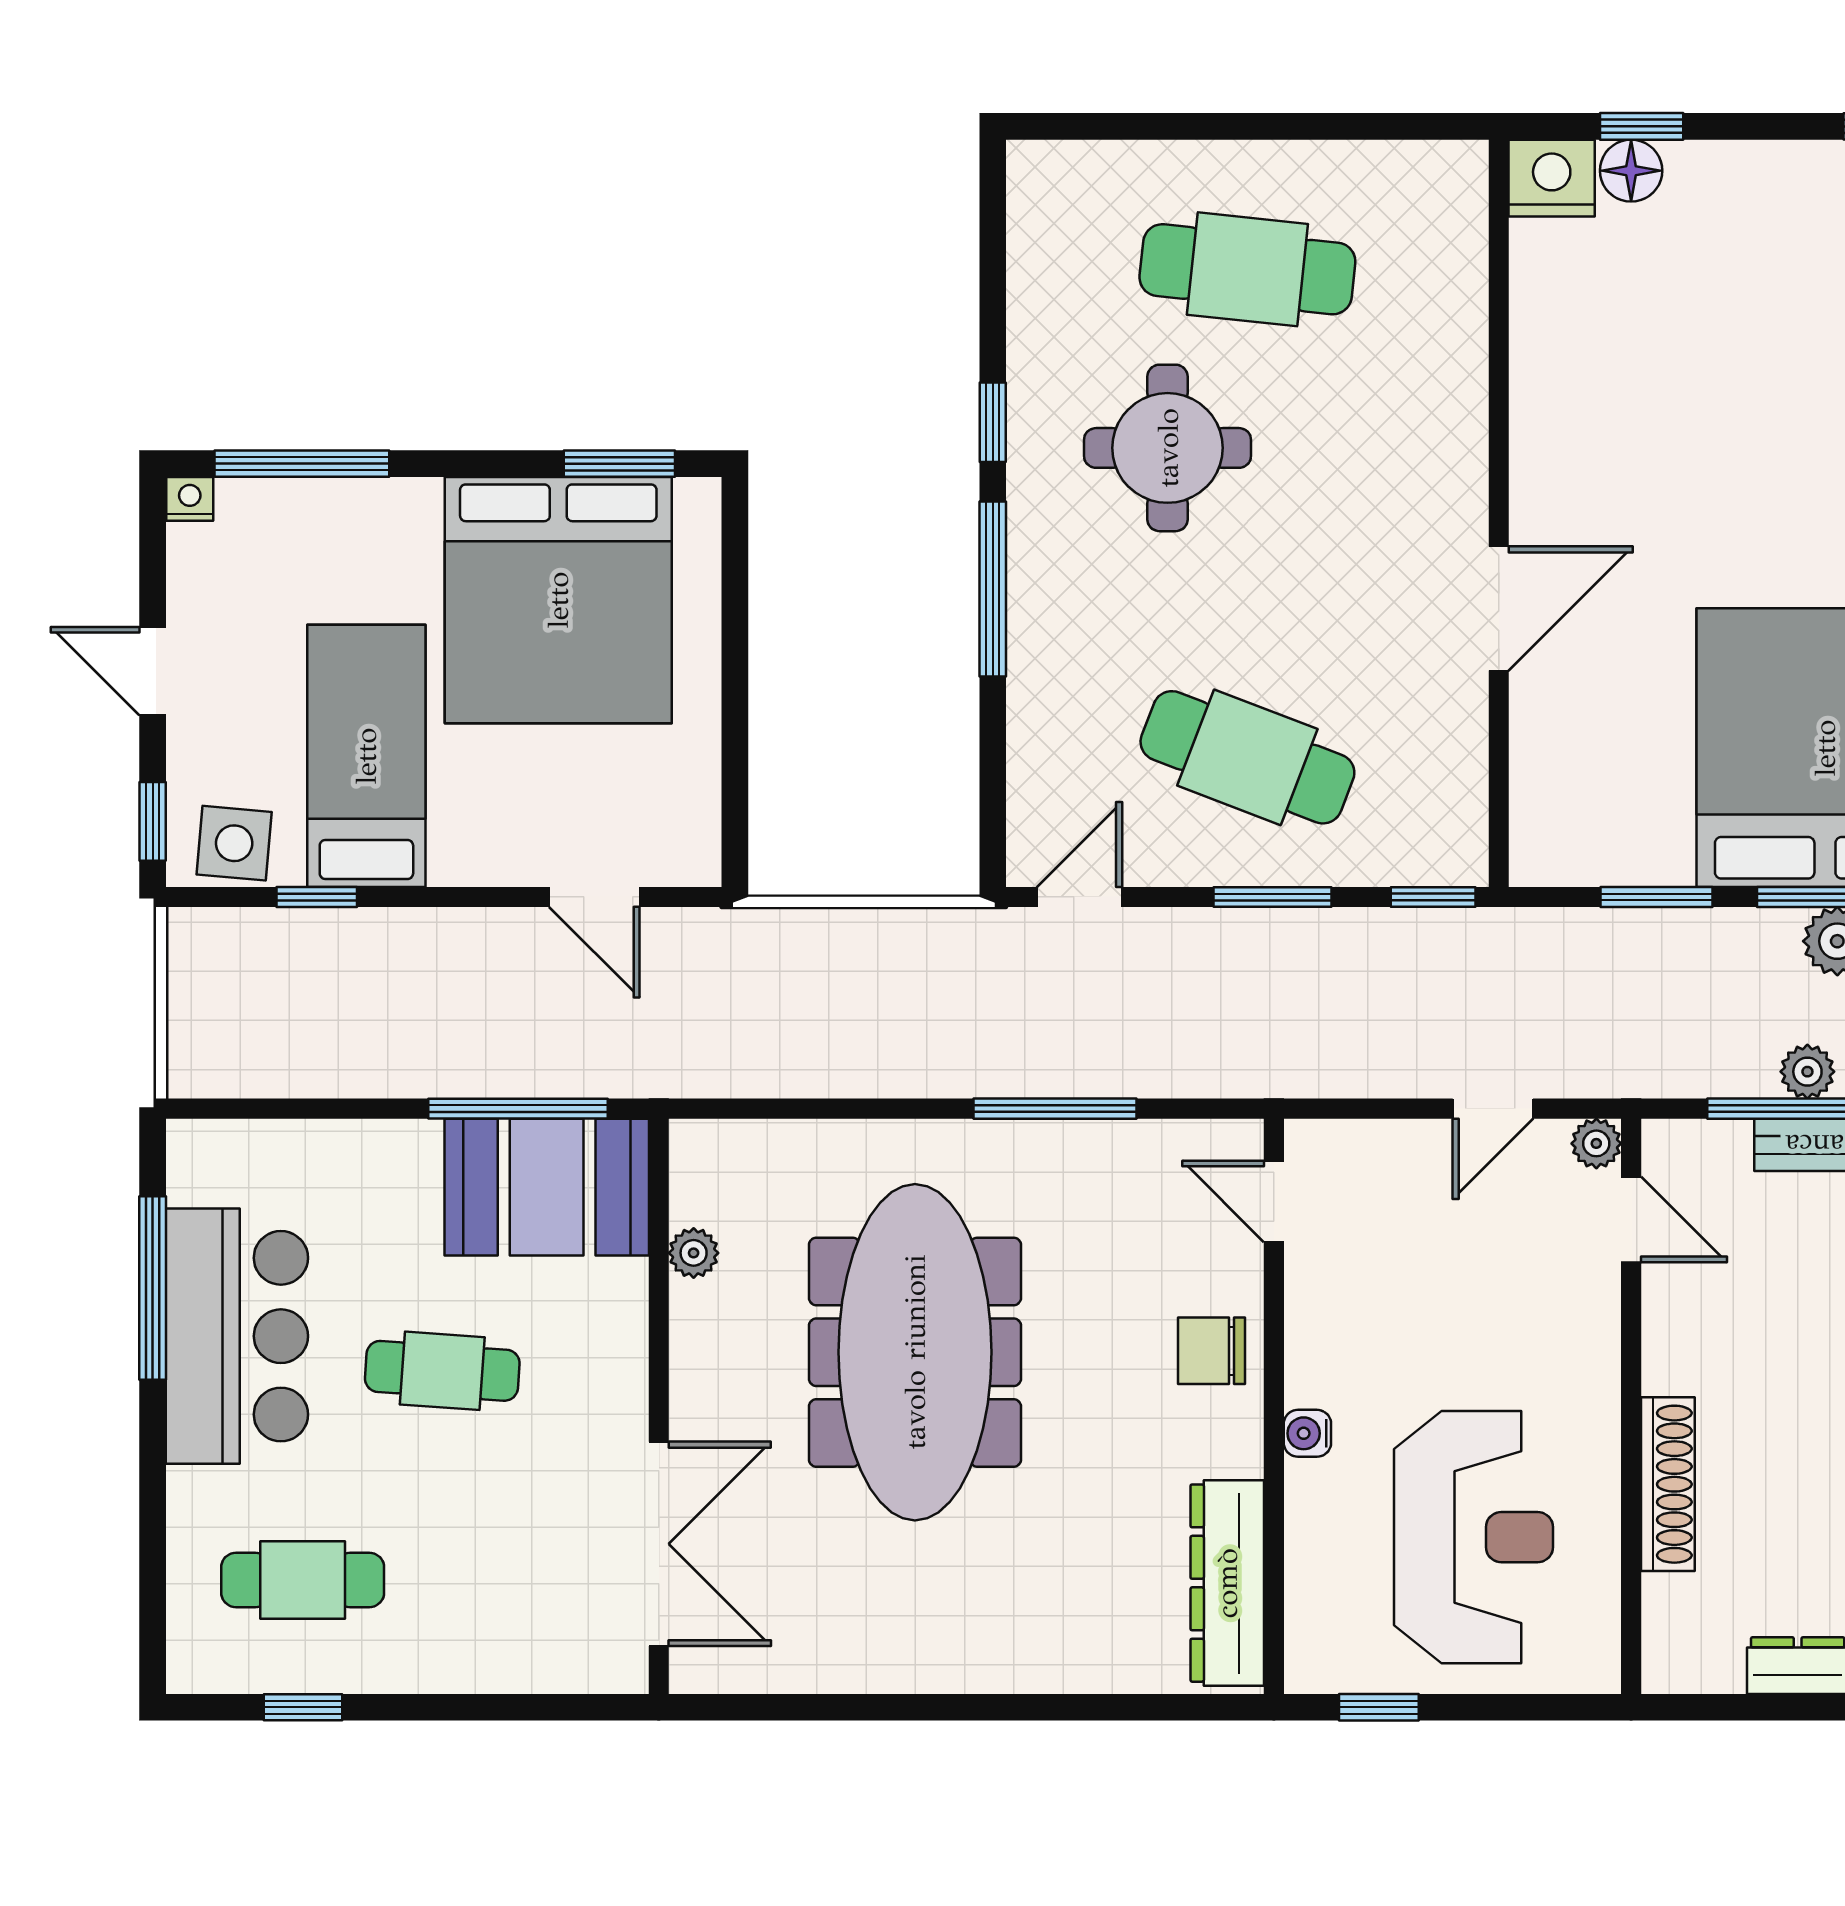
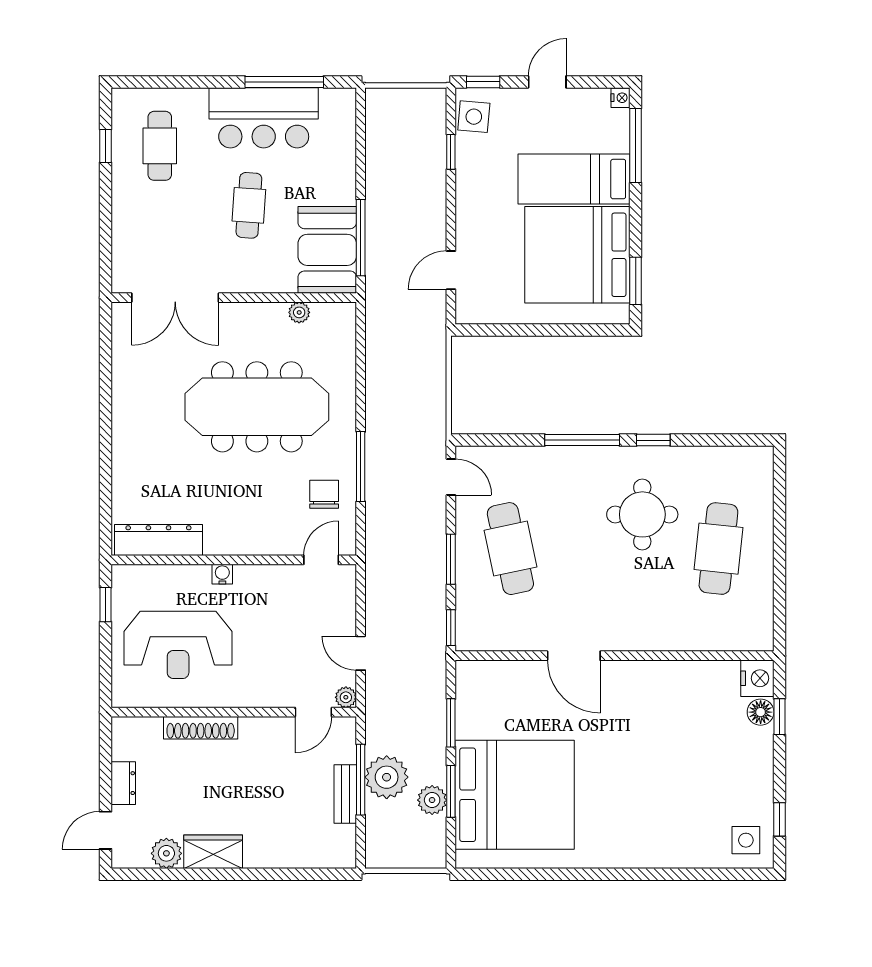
bed: (366, 756) -> (574, 179), moved, turned 180
cafe table: (1247, 757) -> (510, 549), turned -33
plant: (1807, 1072) -> (387, 777), width x1.88, depth x1.88
chair: (1211, 1351) -> (324, 494), moved

